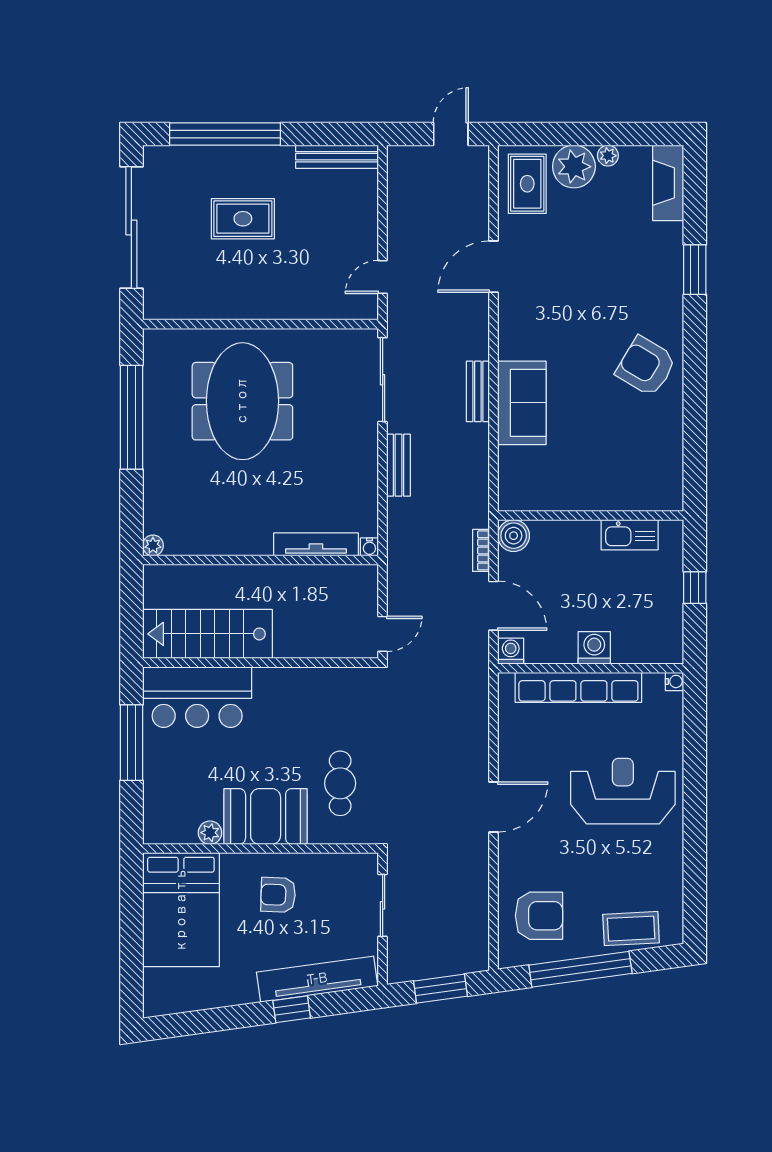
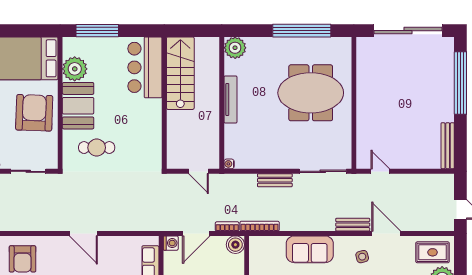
rug: (243, 219) -> (413, 93), removed
side table: (535, 309) -> (362, 257), added
bench: (478, 391) -> (353, 225), moved
bookcase: (480, 492) -> (260, 226), added
tv unit: (316, 544) -> (231, 99), moved
plant: (153, 545) -> (235, 48), width x1.87, depth x1.87
door: (383, 634) -> (199, 171), moved
window: (131, 743) -> (97, 31), moved
plant: (210, 833) -> (75, 69), width x1.88, depth x1.88
armchair: (278, 895) -> (34, 113), width x1.88, depth x1.88

